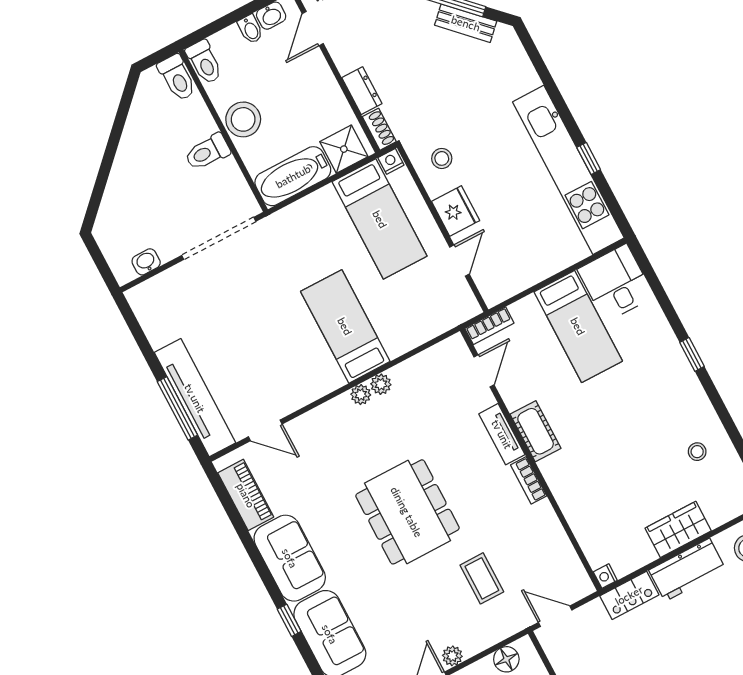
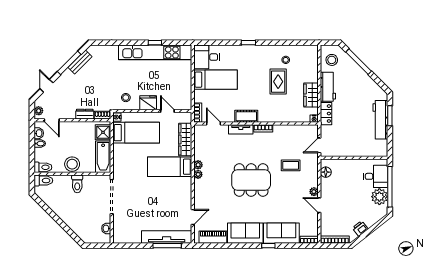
wardrobe: (420, 329) -> (185, 139), added
rug: (643, 460) -> (278, 82), added
wardrobe: (678, 529) -> (311, 95), moved

